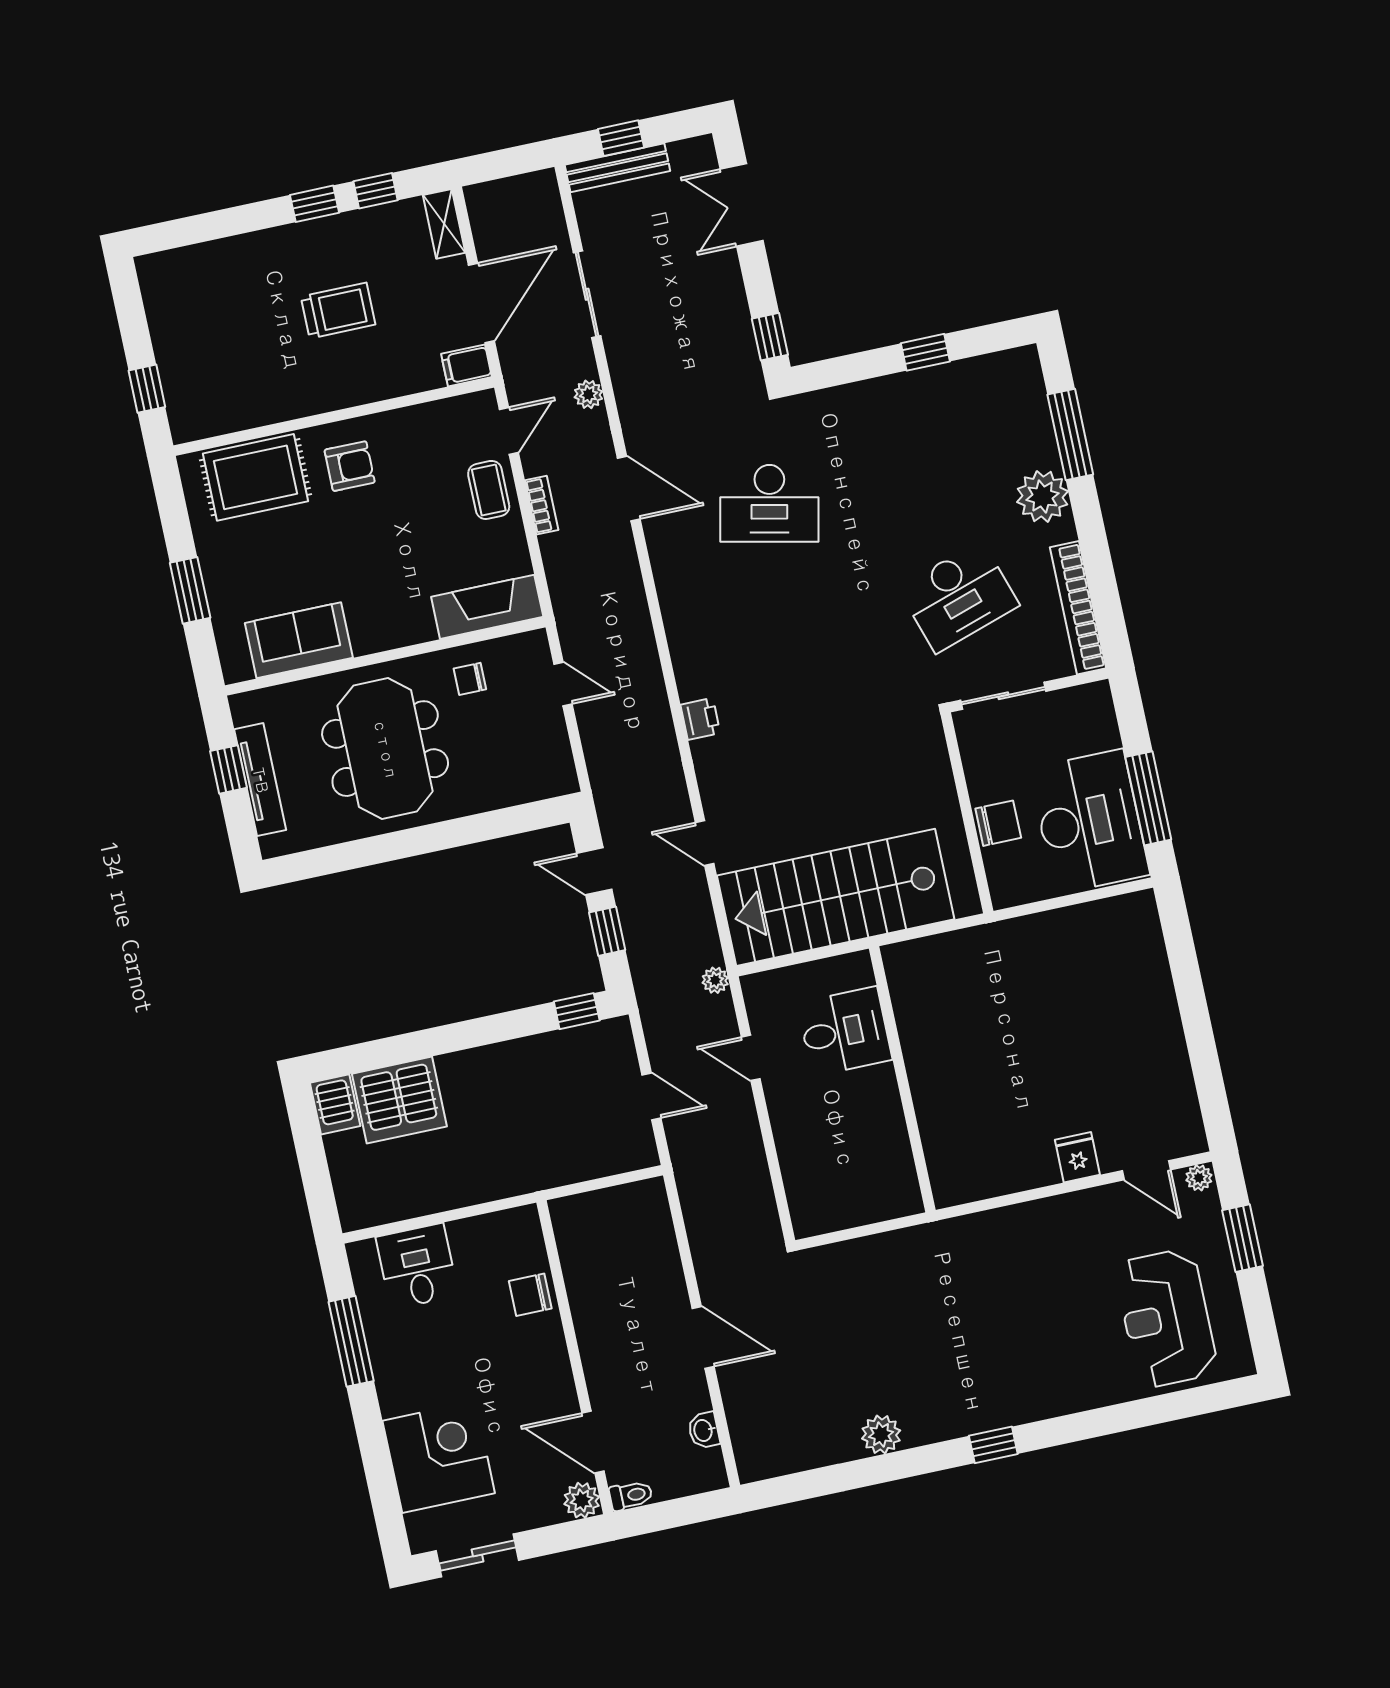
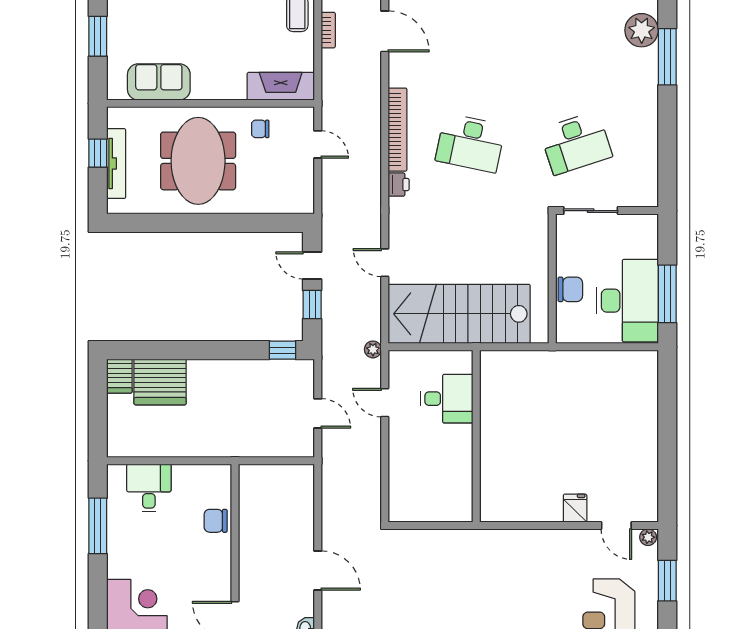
plant: (1042, 497) -> (642, 30), moved
desk: (769, 503) -> (470, 143), moved
bookcase: (1078, 608) -> (397, 130), moved, turned 180

